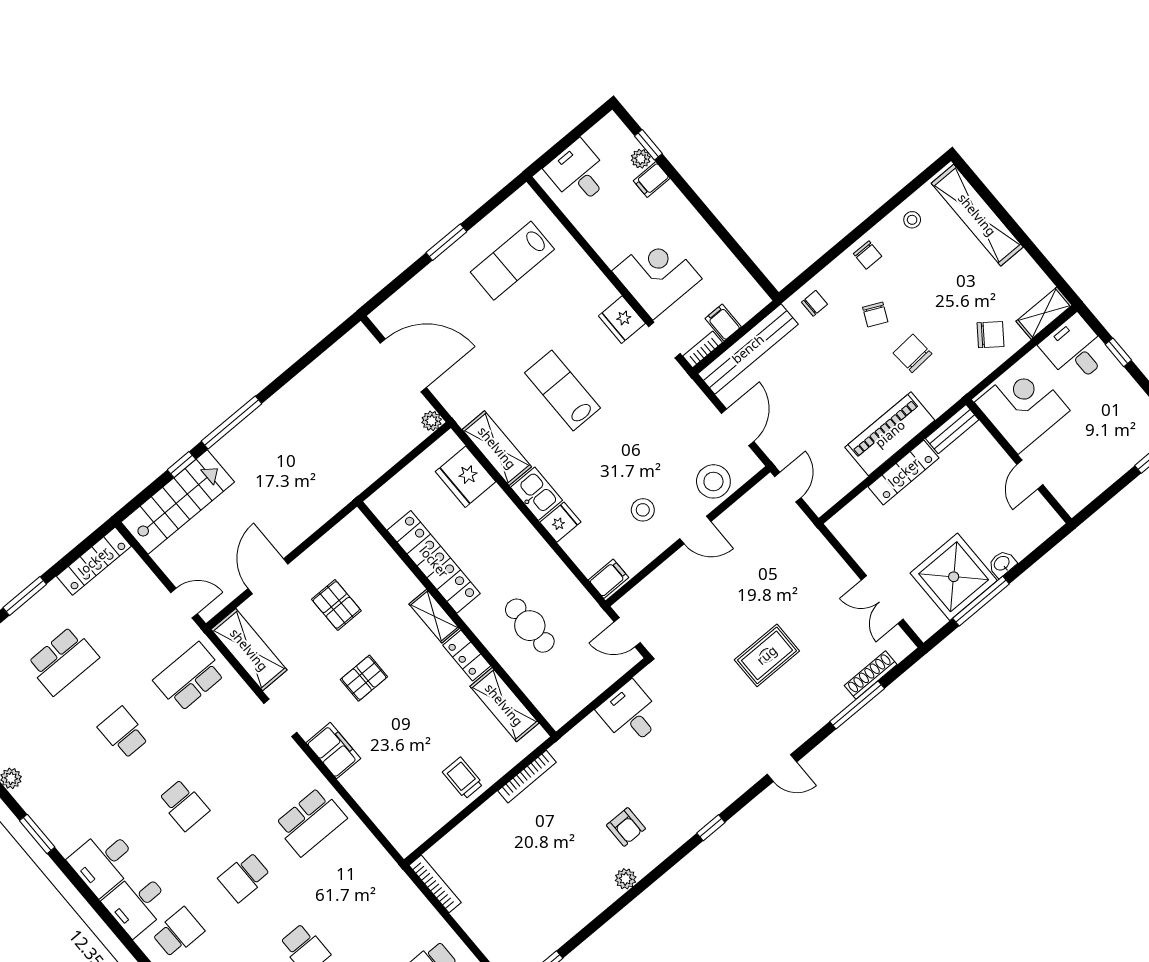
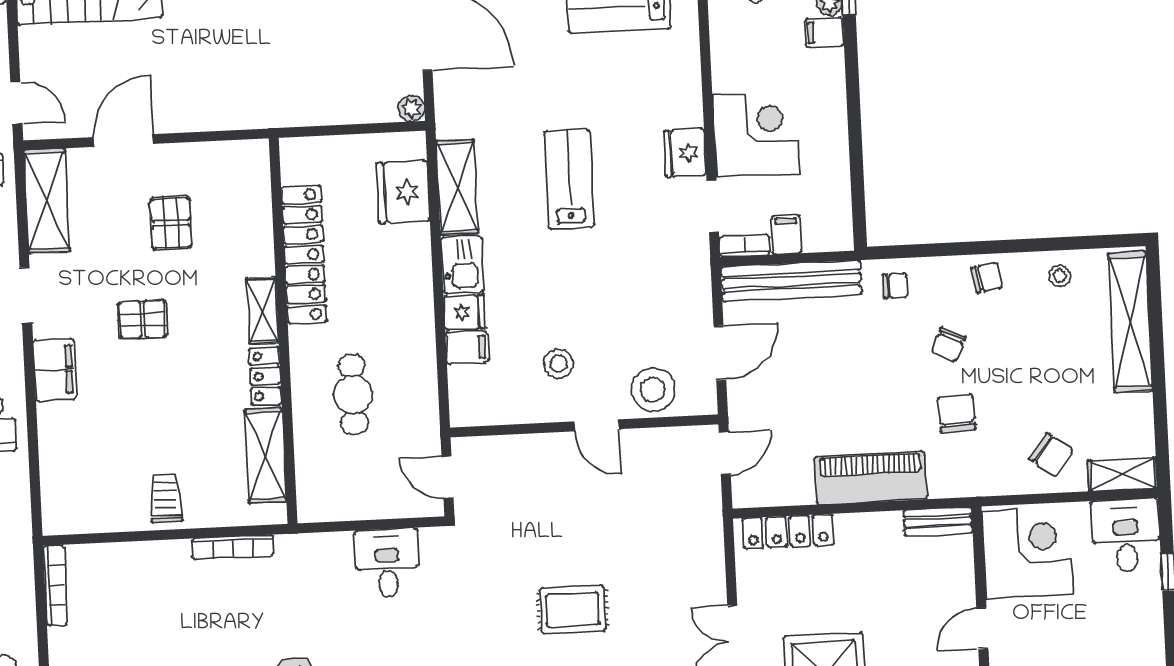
chair: (868, 255) -> (987, 278), turned -99
locker: (904, 472) -> (788, 531), moved
filing cabinet: (608, 579) -> (467, 348), moved

